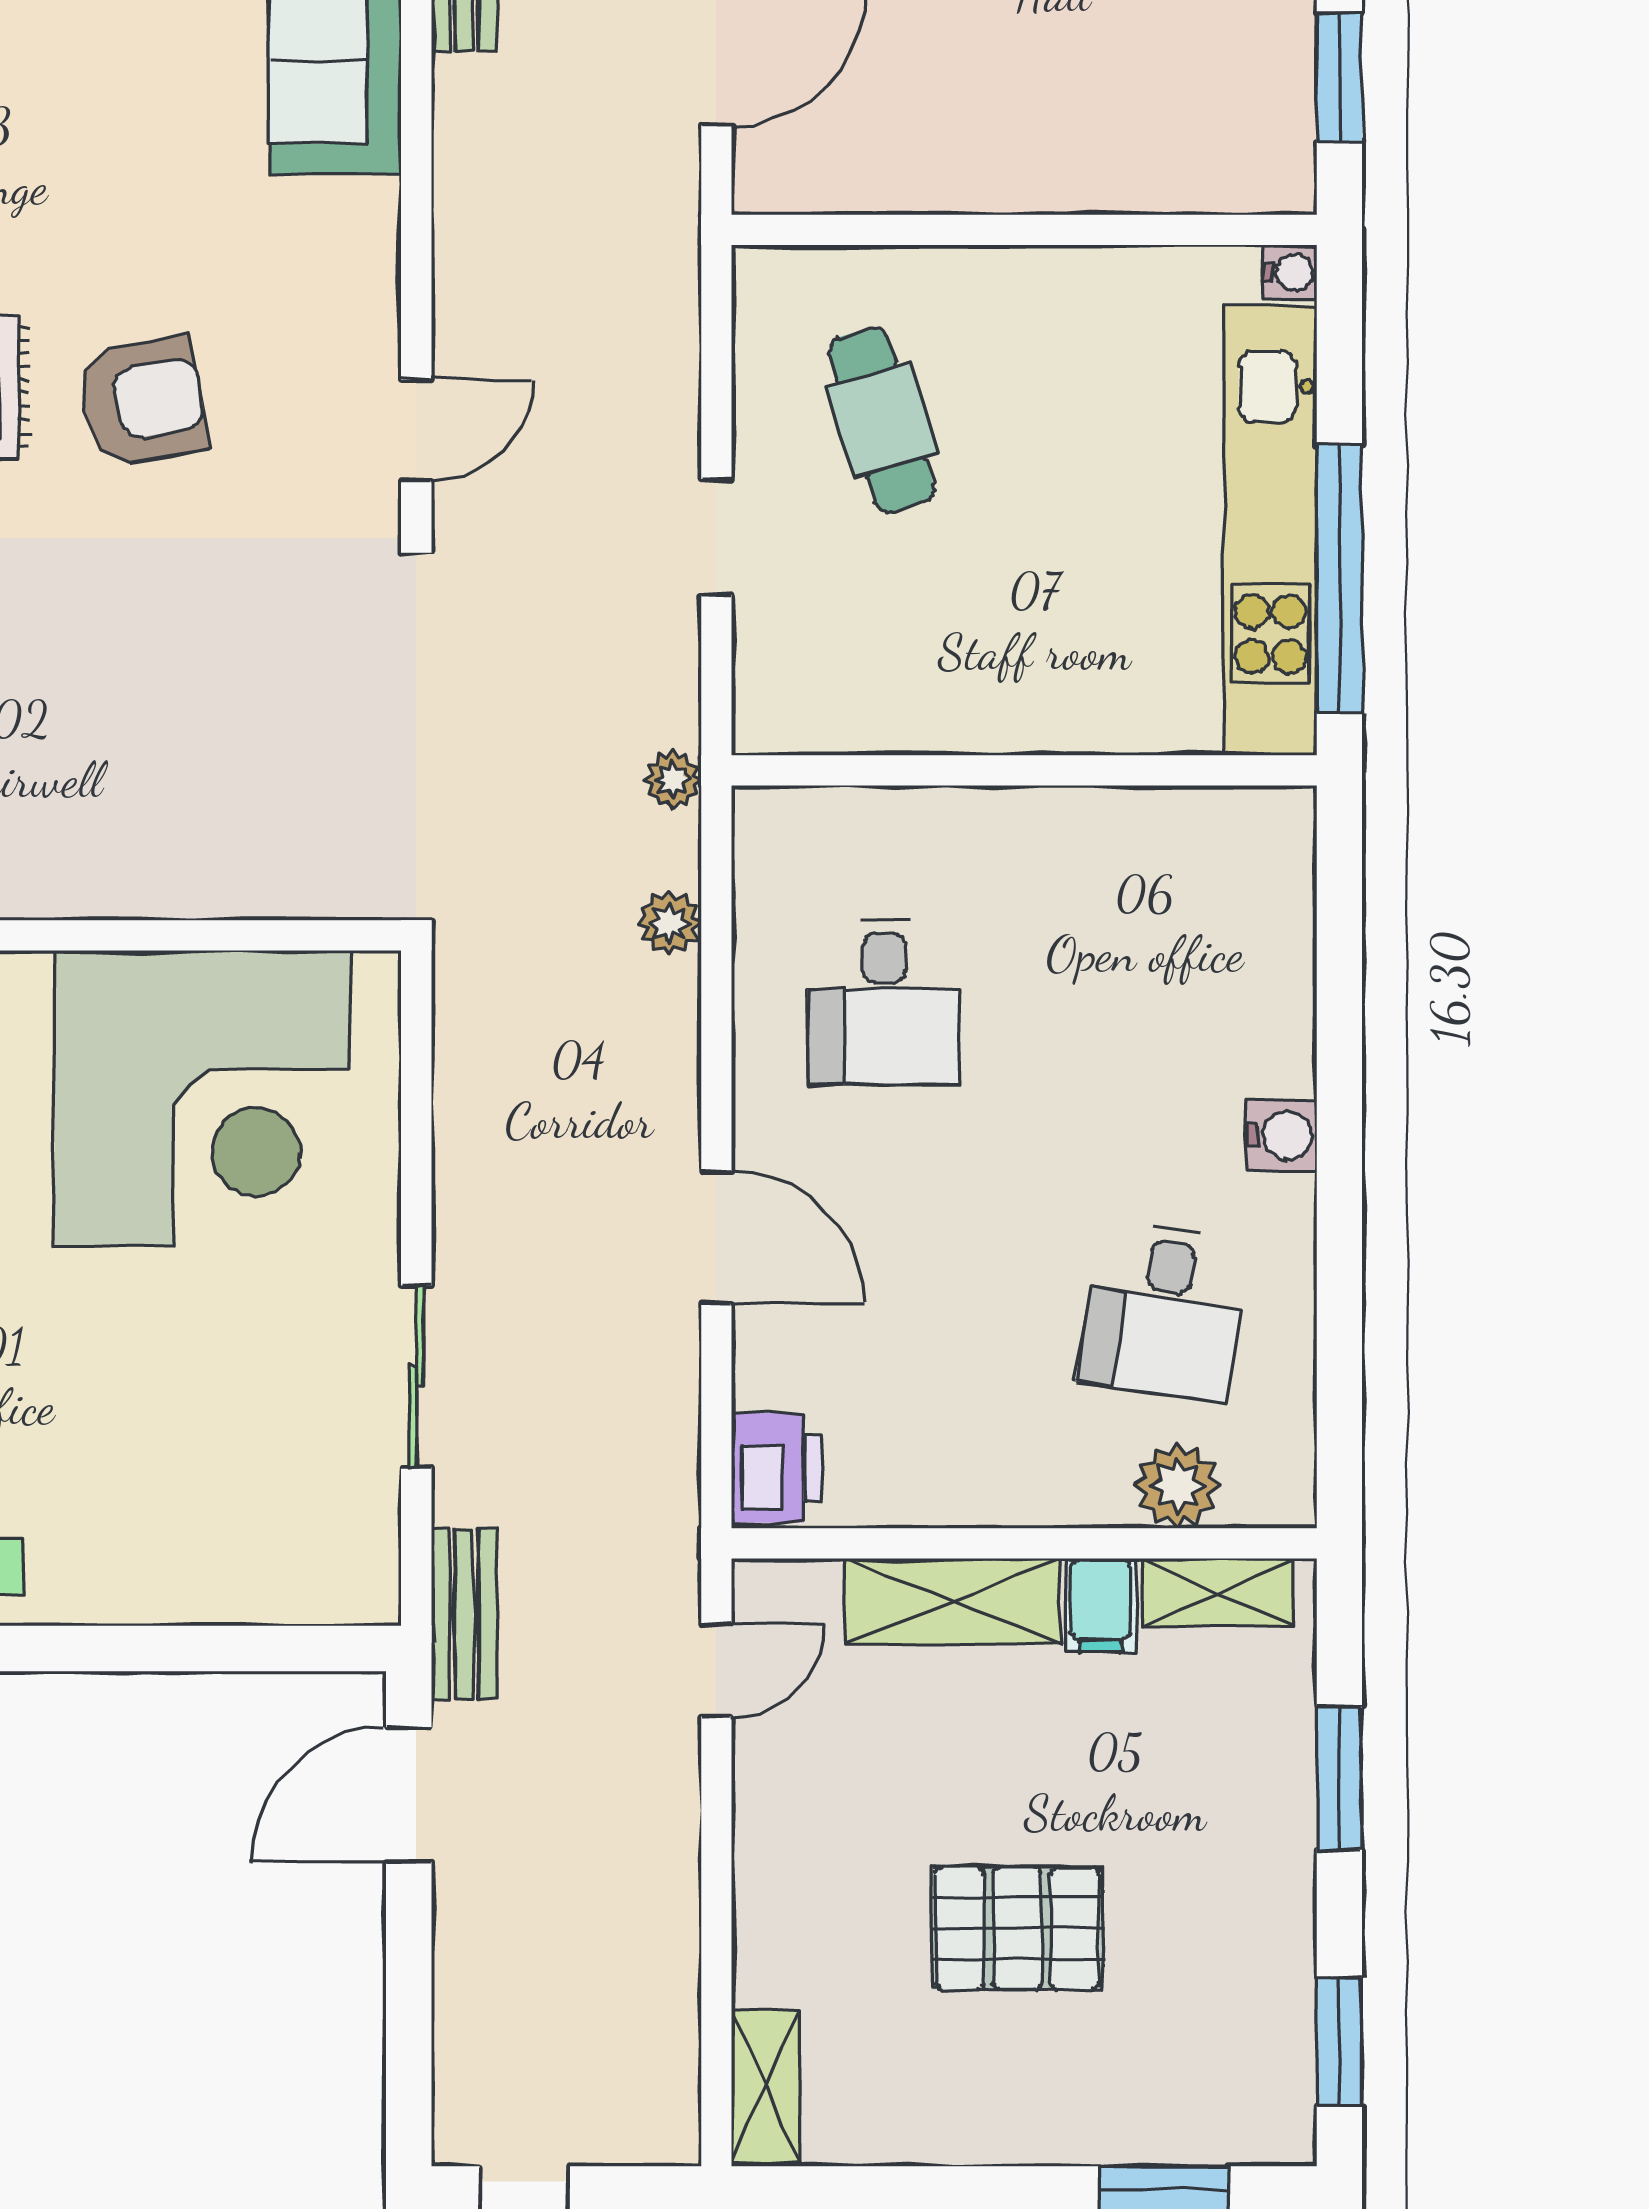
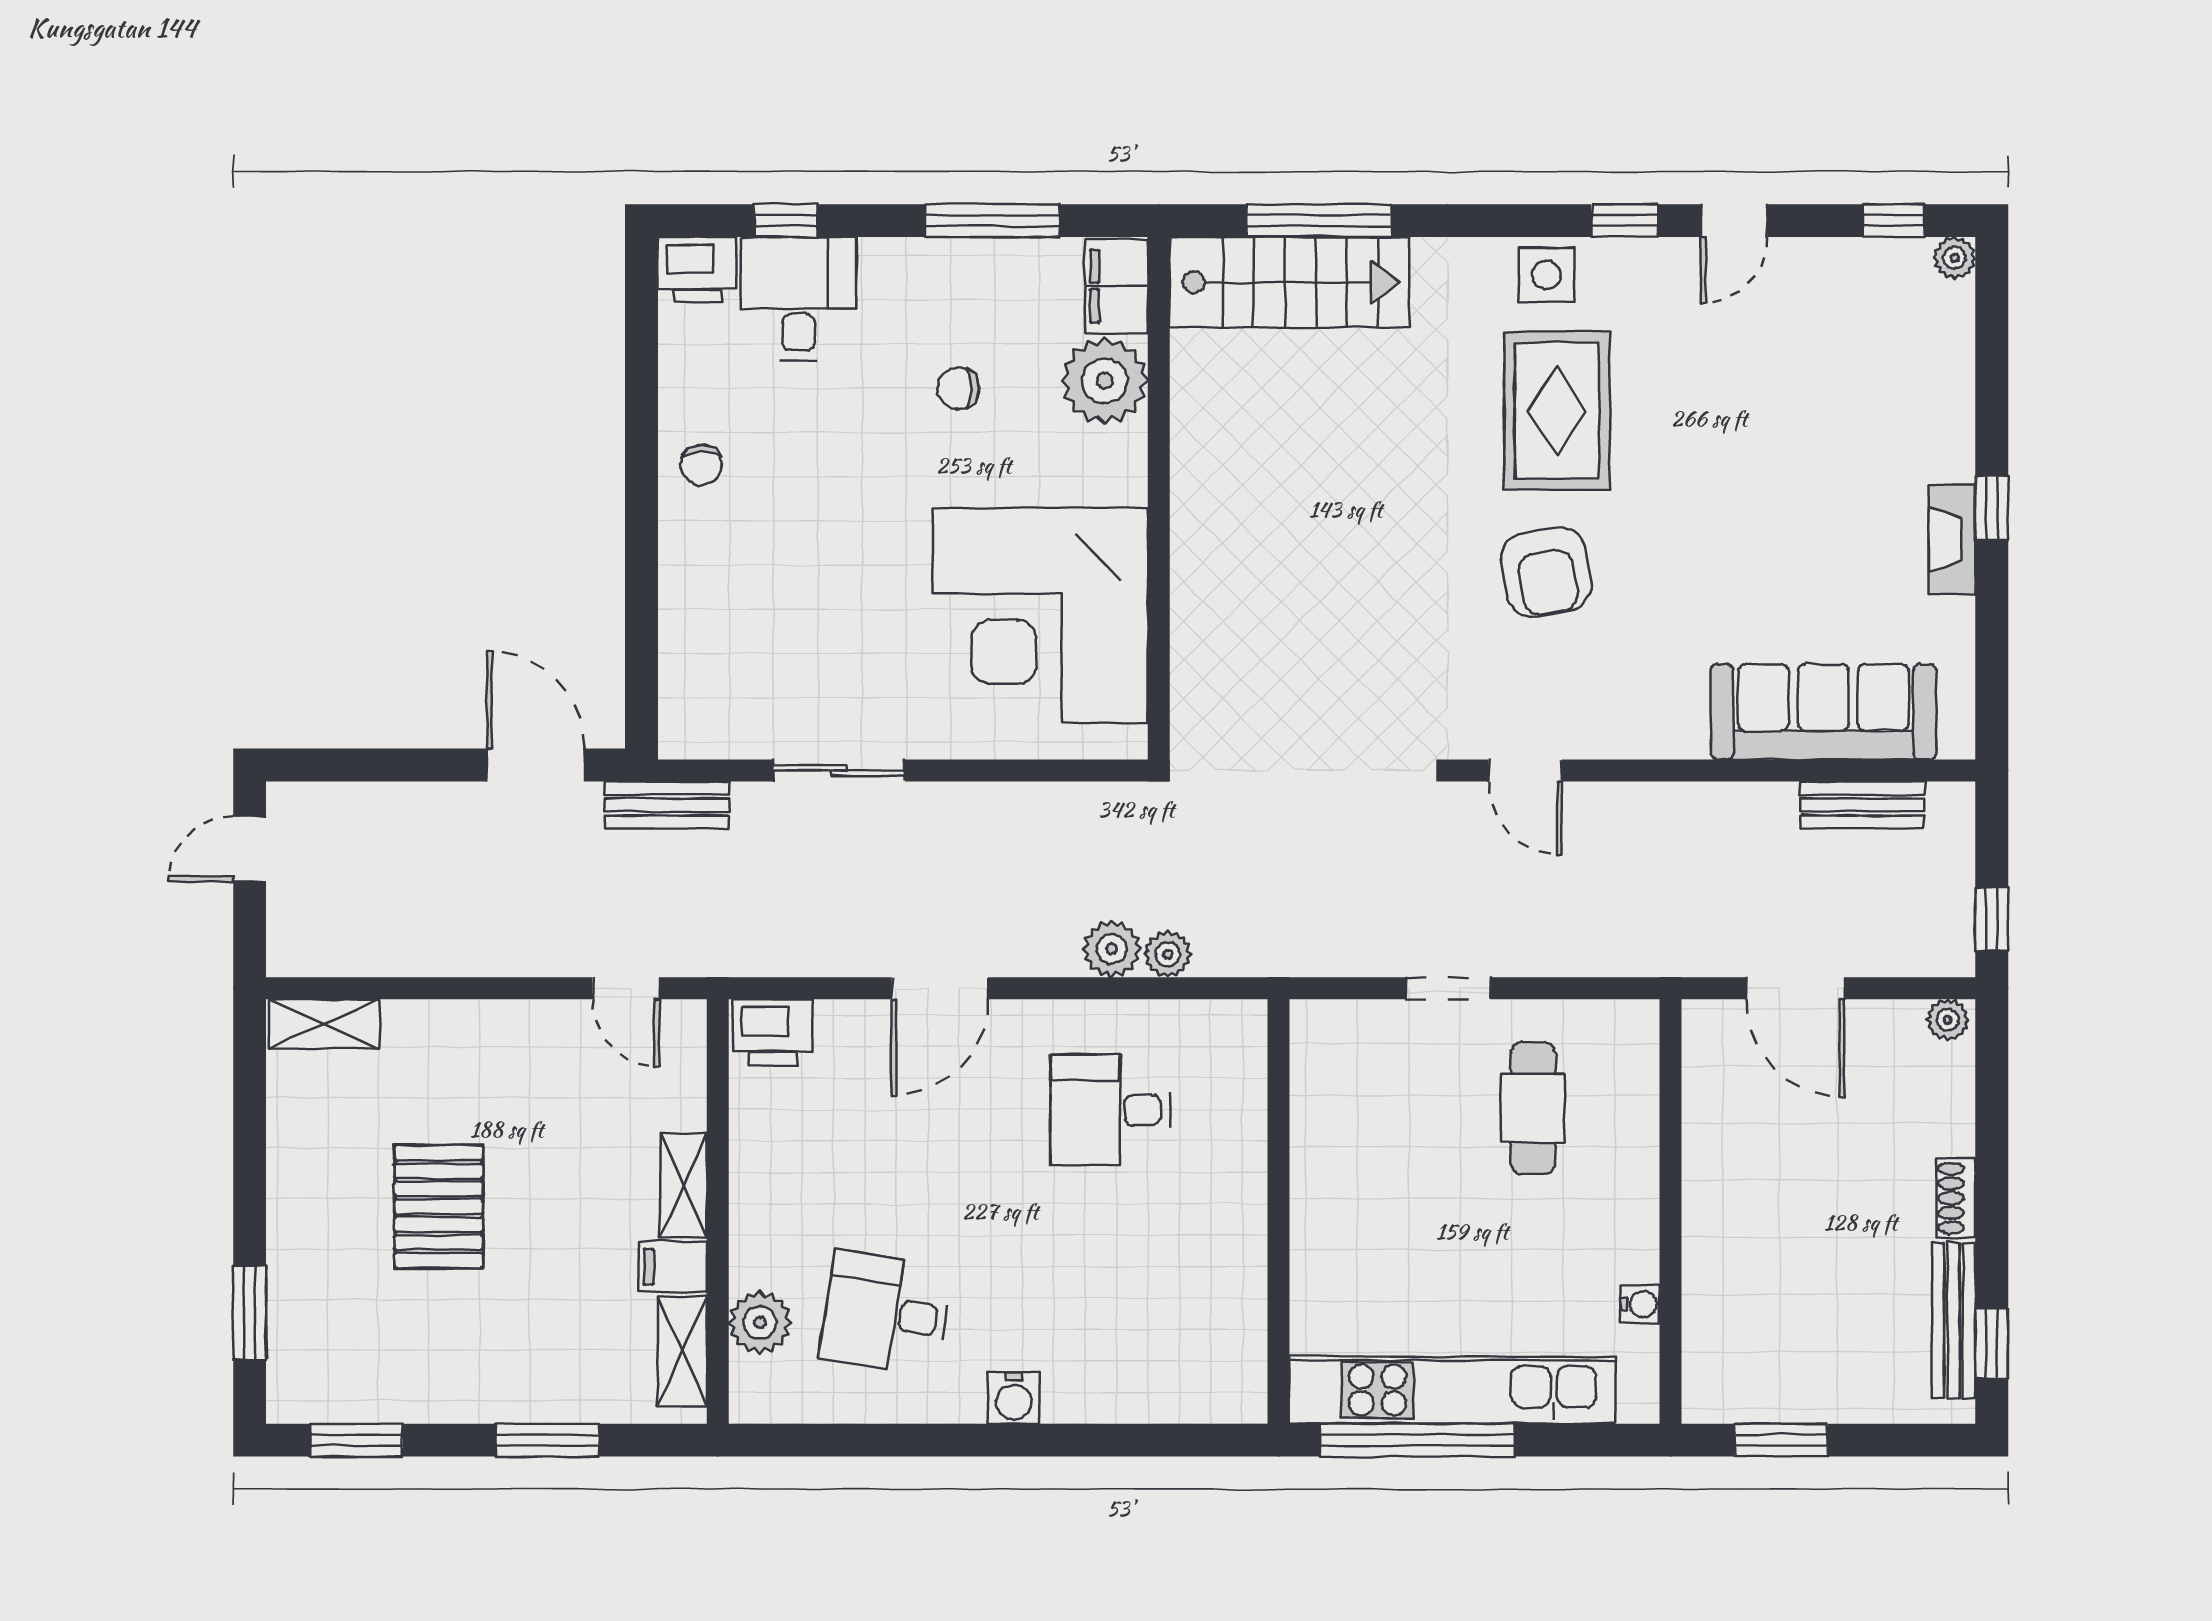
water cooler: (1290, 273) -> (1640, 1304), moved, turned -90
cafe table: (882, 420) -> (1533, 1108), turned -73
plant: (673, 780) -> (1112, 949), moved, width x1.38, depth x1.38
shelving: (952, 1601) -> (684, 1185), width x0.67, depth x0.75

